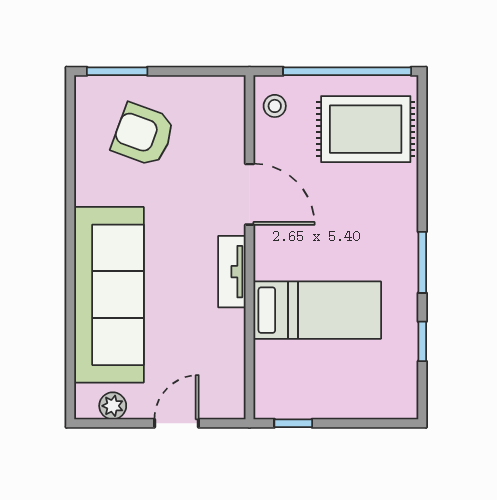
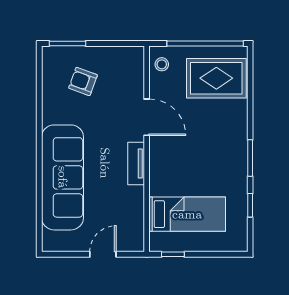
armchair: (143, 135) -> (83, 81), width x0.72, depth x0.72
bed: (317, 310) -> (187, 214), moved
plant: (113, 406) -> (65, 244), removed

